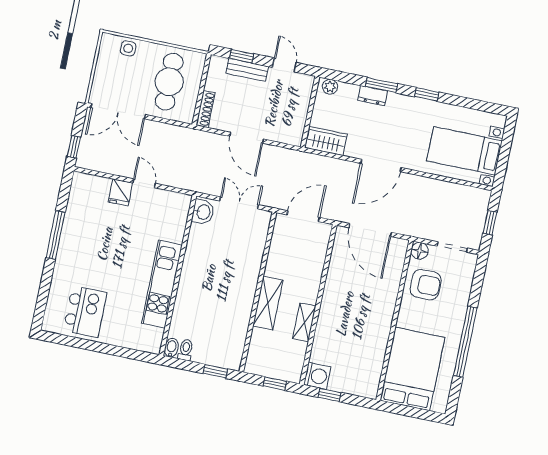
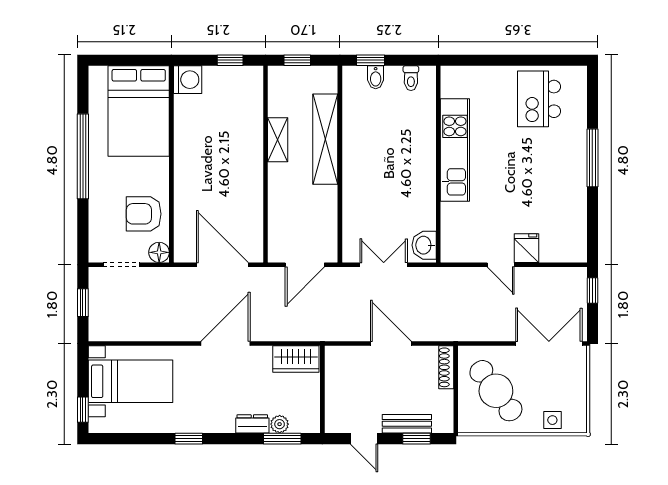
cafe table: (169, 82) -> (496, 391), turned -37
window: (382, 85) -> (282, 439), moved
plant: (330, 87) -> (280, 424), moved
window: (508, 136) -> (83, 410), added
double door: (239, 203) -> (384, 265), swing flipped
window: (56, 235) -> (592, 158), moved
shelving: (268, 303) -> (325, 139), width x1.47
bidet: (171, 348) -> (376, 77), moved
washing machine: (317, 376) -> (188, 80), moved, turned 180

